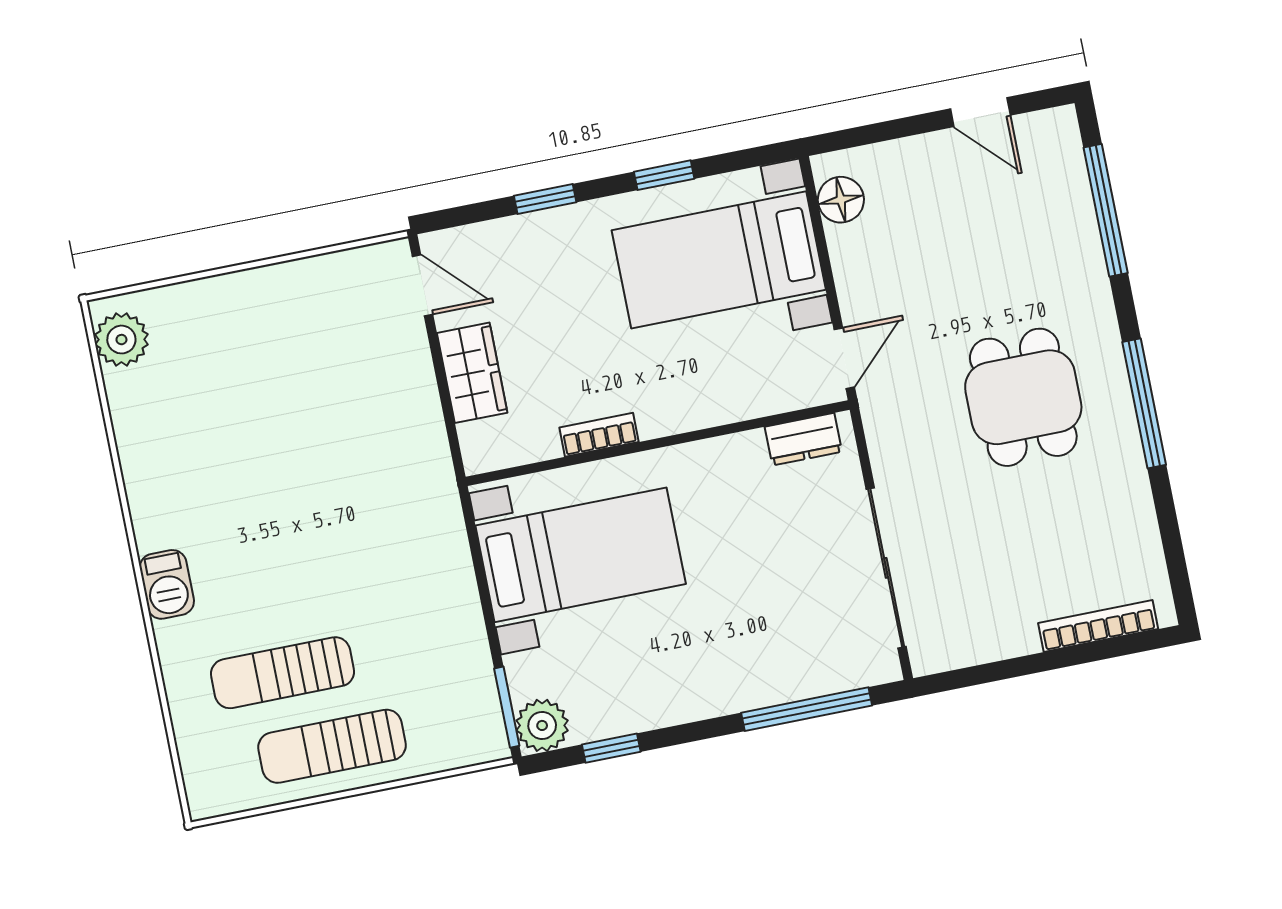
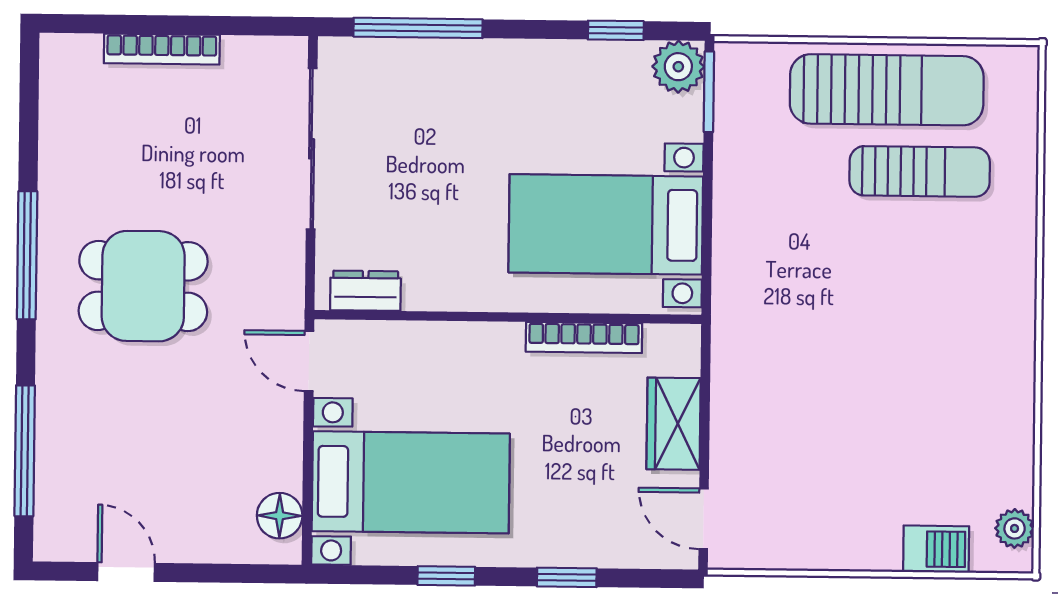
plant: (121, 340) -> (1015, 528), width x0.73, depth x0.73
door: (844, 358) -> (309, 361), hinge flipped
dining table: (1023, 397) -> (143, 286), turned 90
bookcase: (599, 435) -> (584, 338), width x1.56
barbecue: (167, 584) -> (936, 549), moved, turned 90
bookcase: (1098, 626) -> (162, 49), moved
sun lounger: (332, 746) -> (887, 90), width x1.36, depth x1.34

